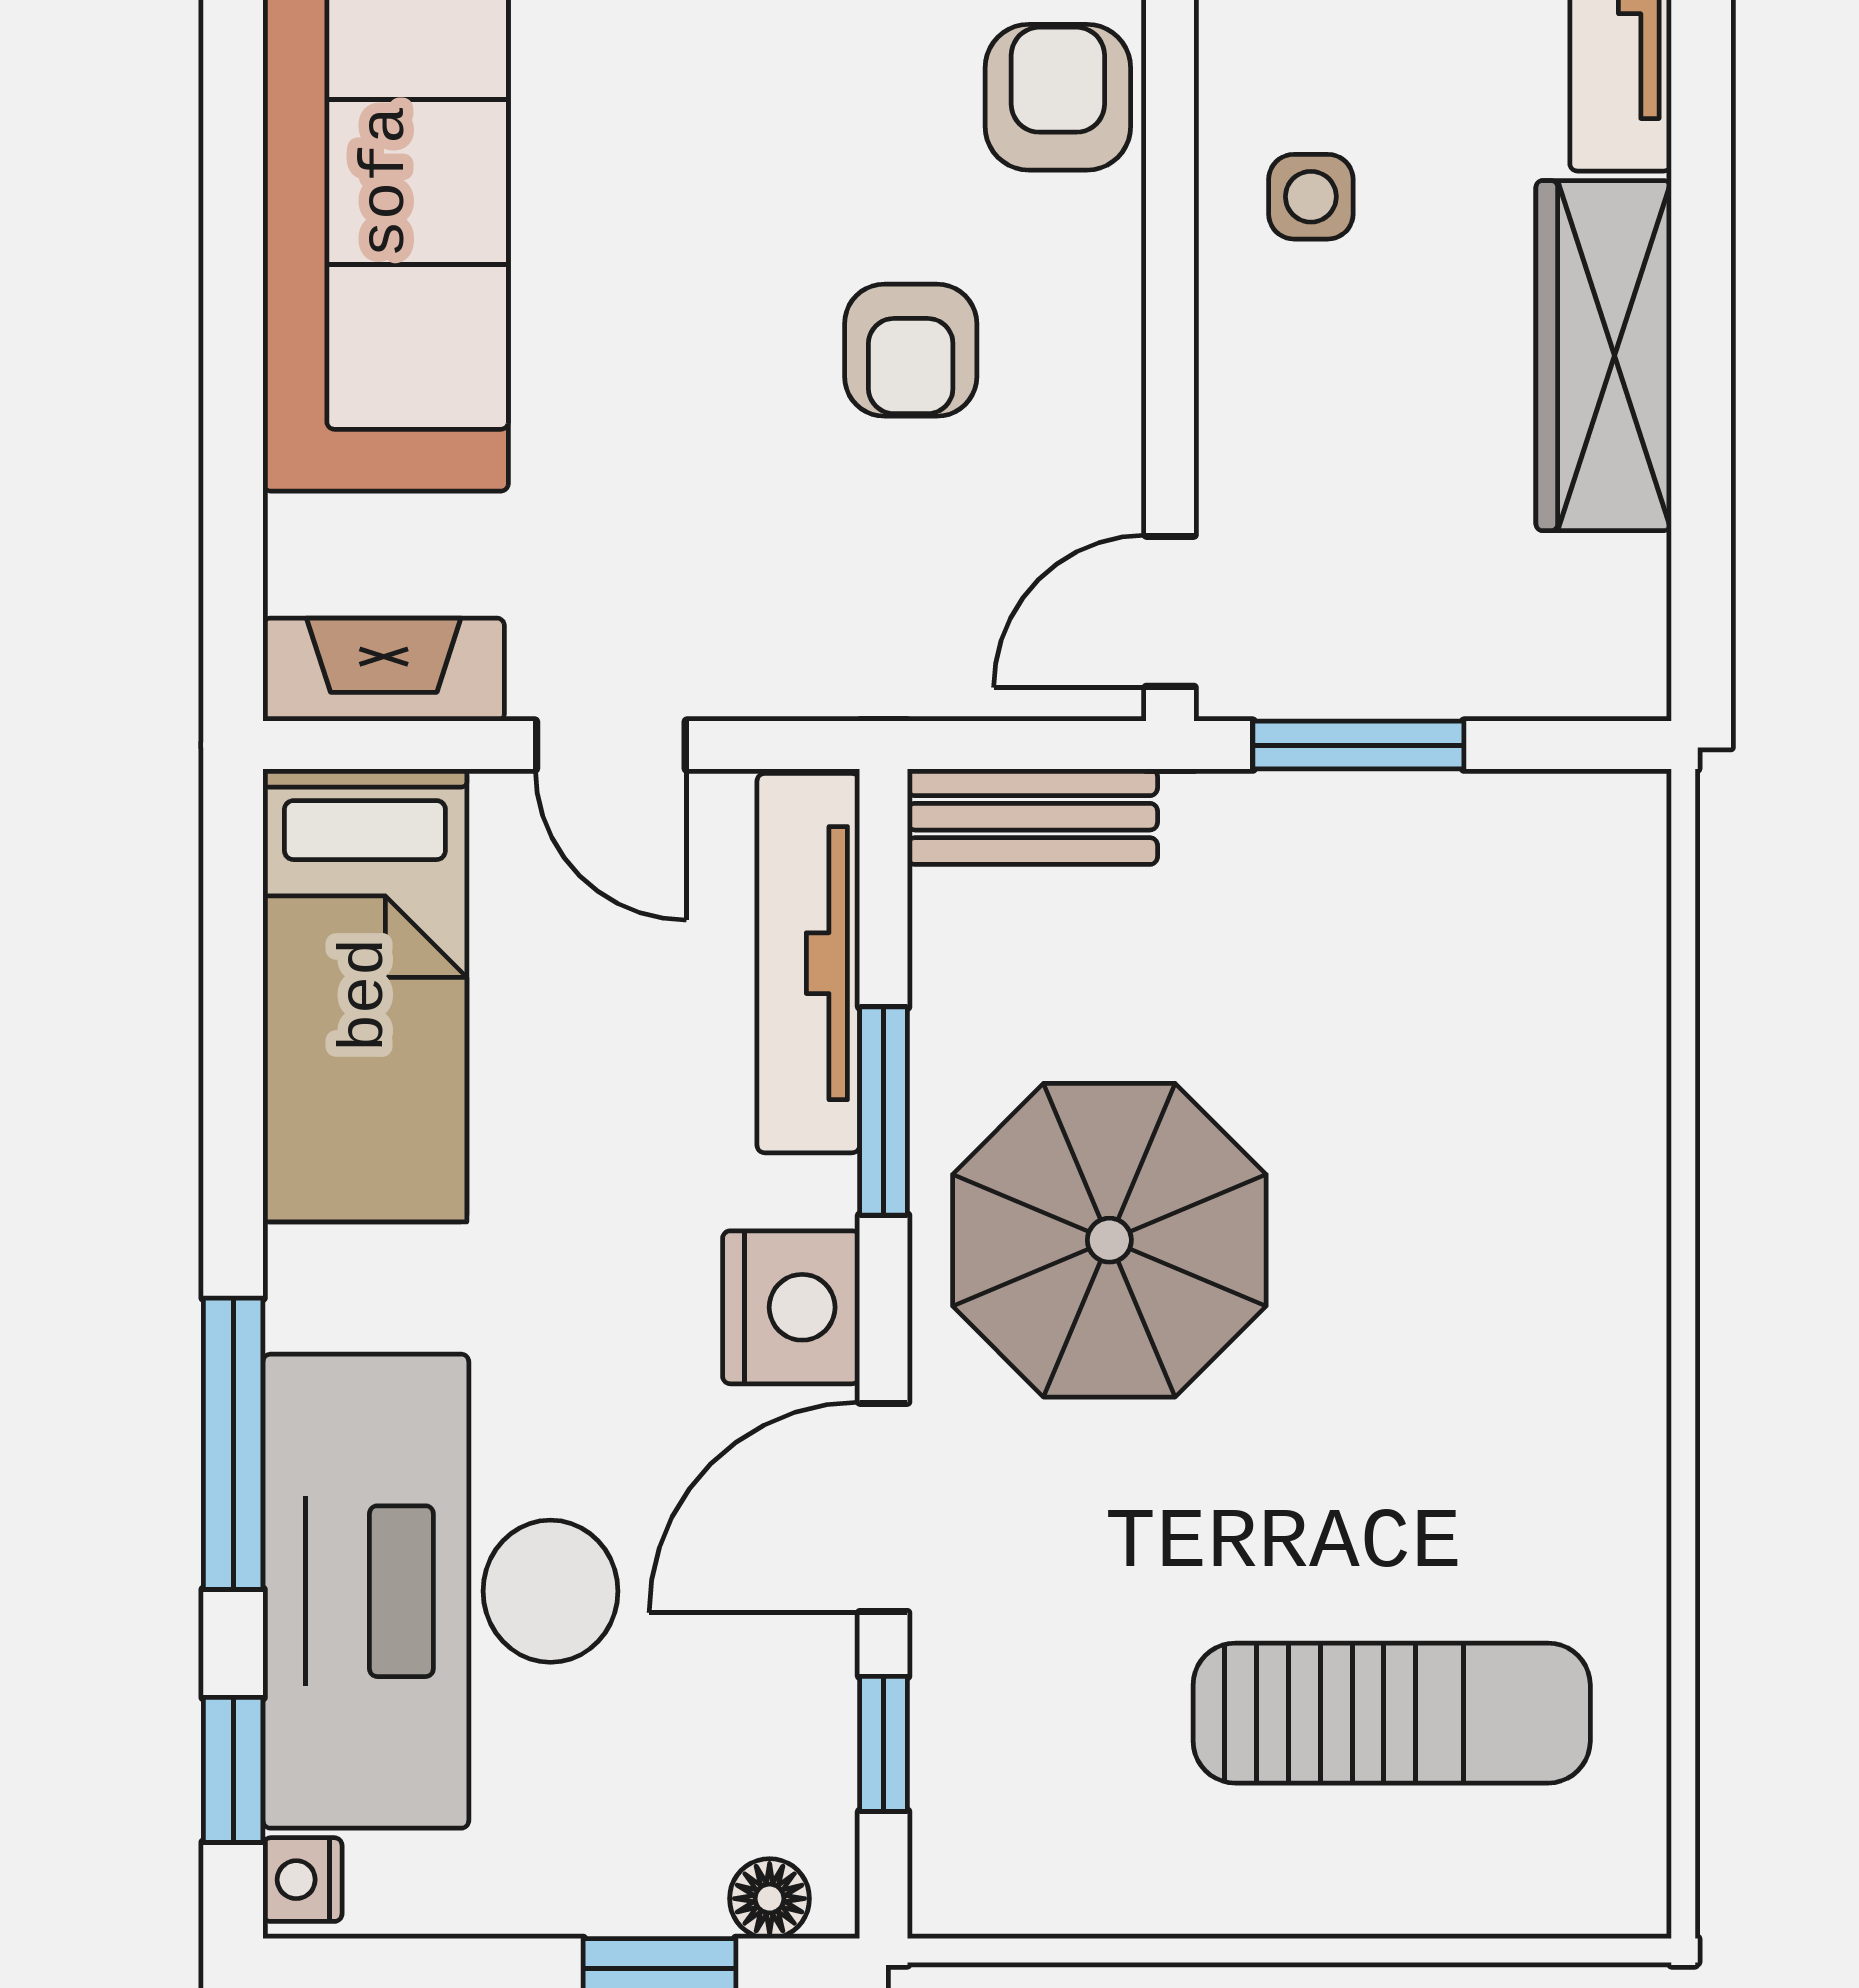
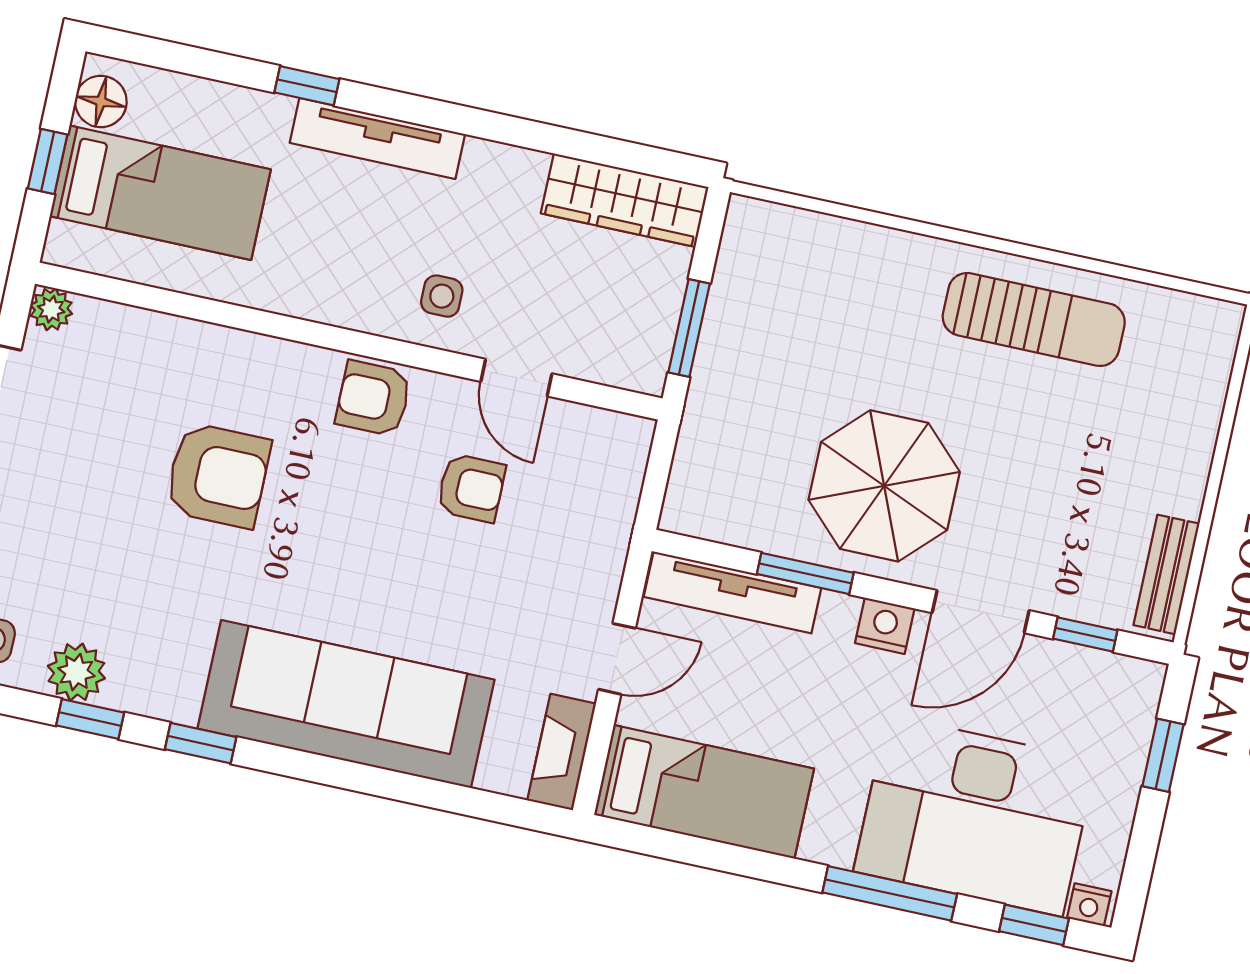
wardrobe: (1604, 356) -> (625, 200), moved
door: (1170, 611) -> (516, 378), moved
bench: (1032, 817) -> (1166, 574), moved
nightstand: (791, 1307) -> (885, 626), width x0.74, depth x0.75
door: (884, 1507) -> (981, 612), hinge flipped
sun lounger: (1392, 1713) -> (1034, 319), moved, turned 90
floor lamp: (770, 1899) -> (1143, 700), removed

